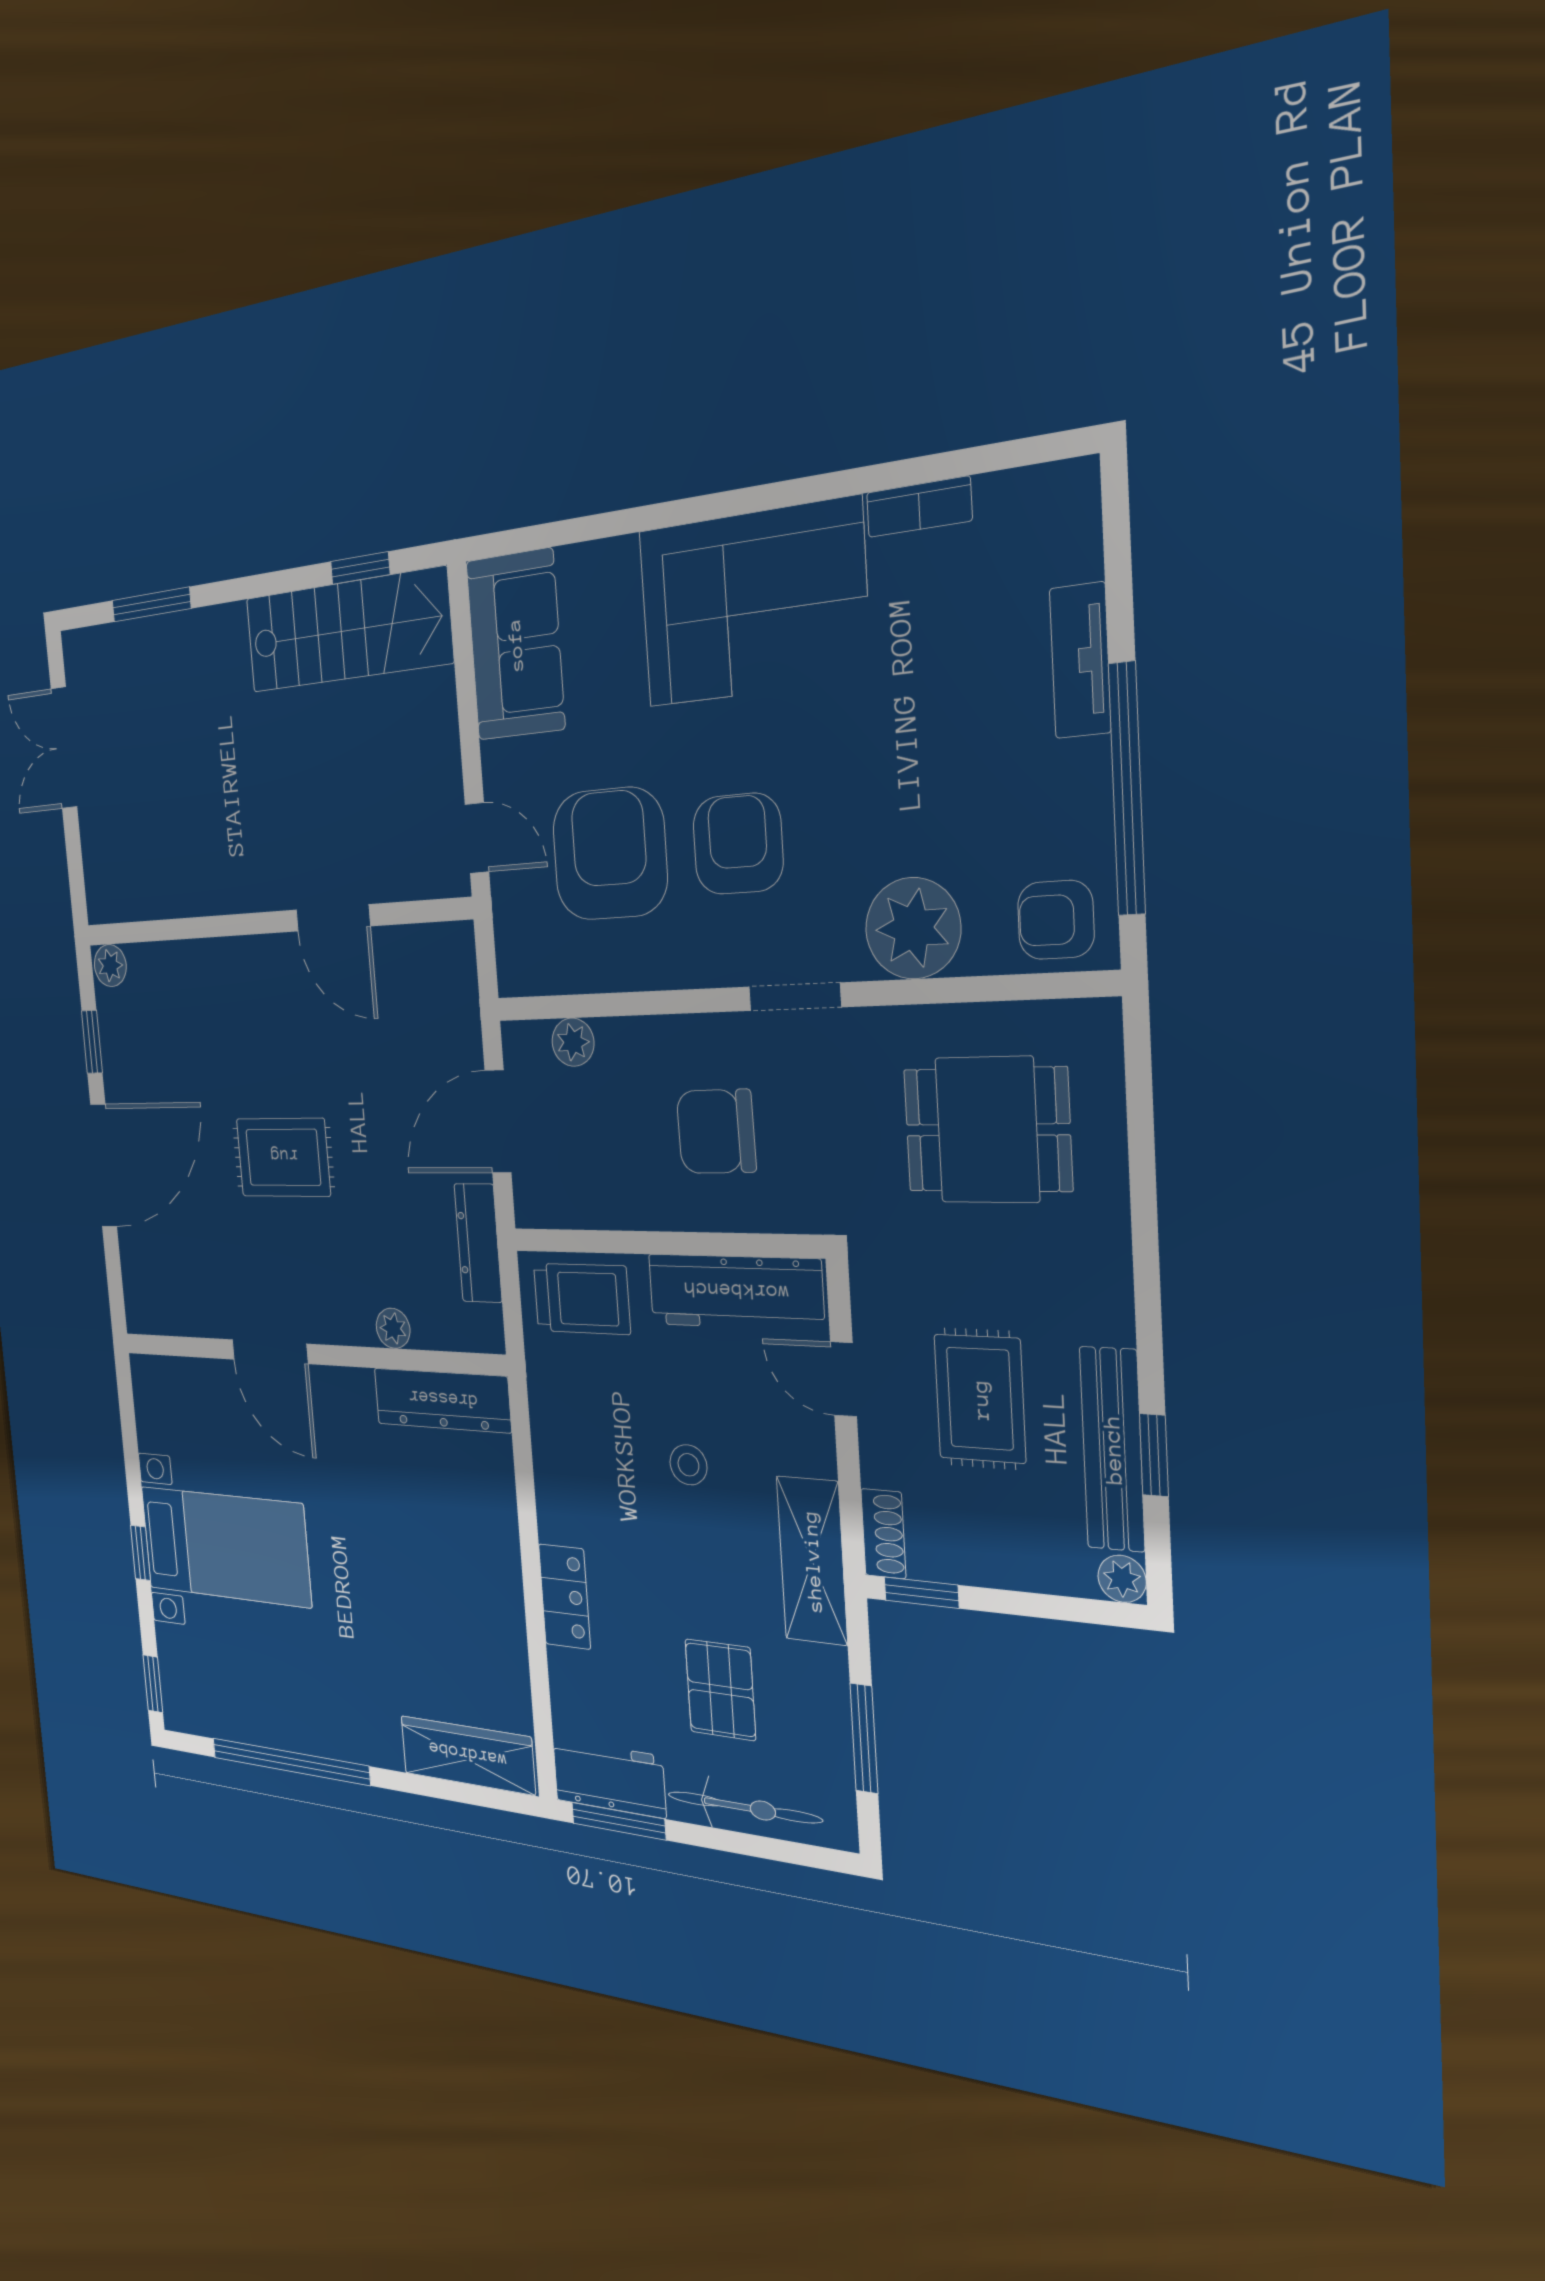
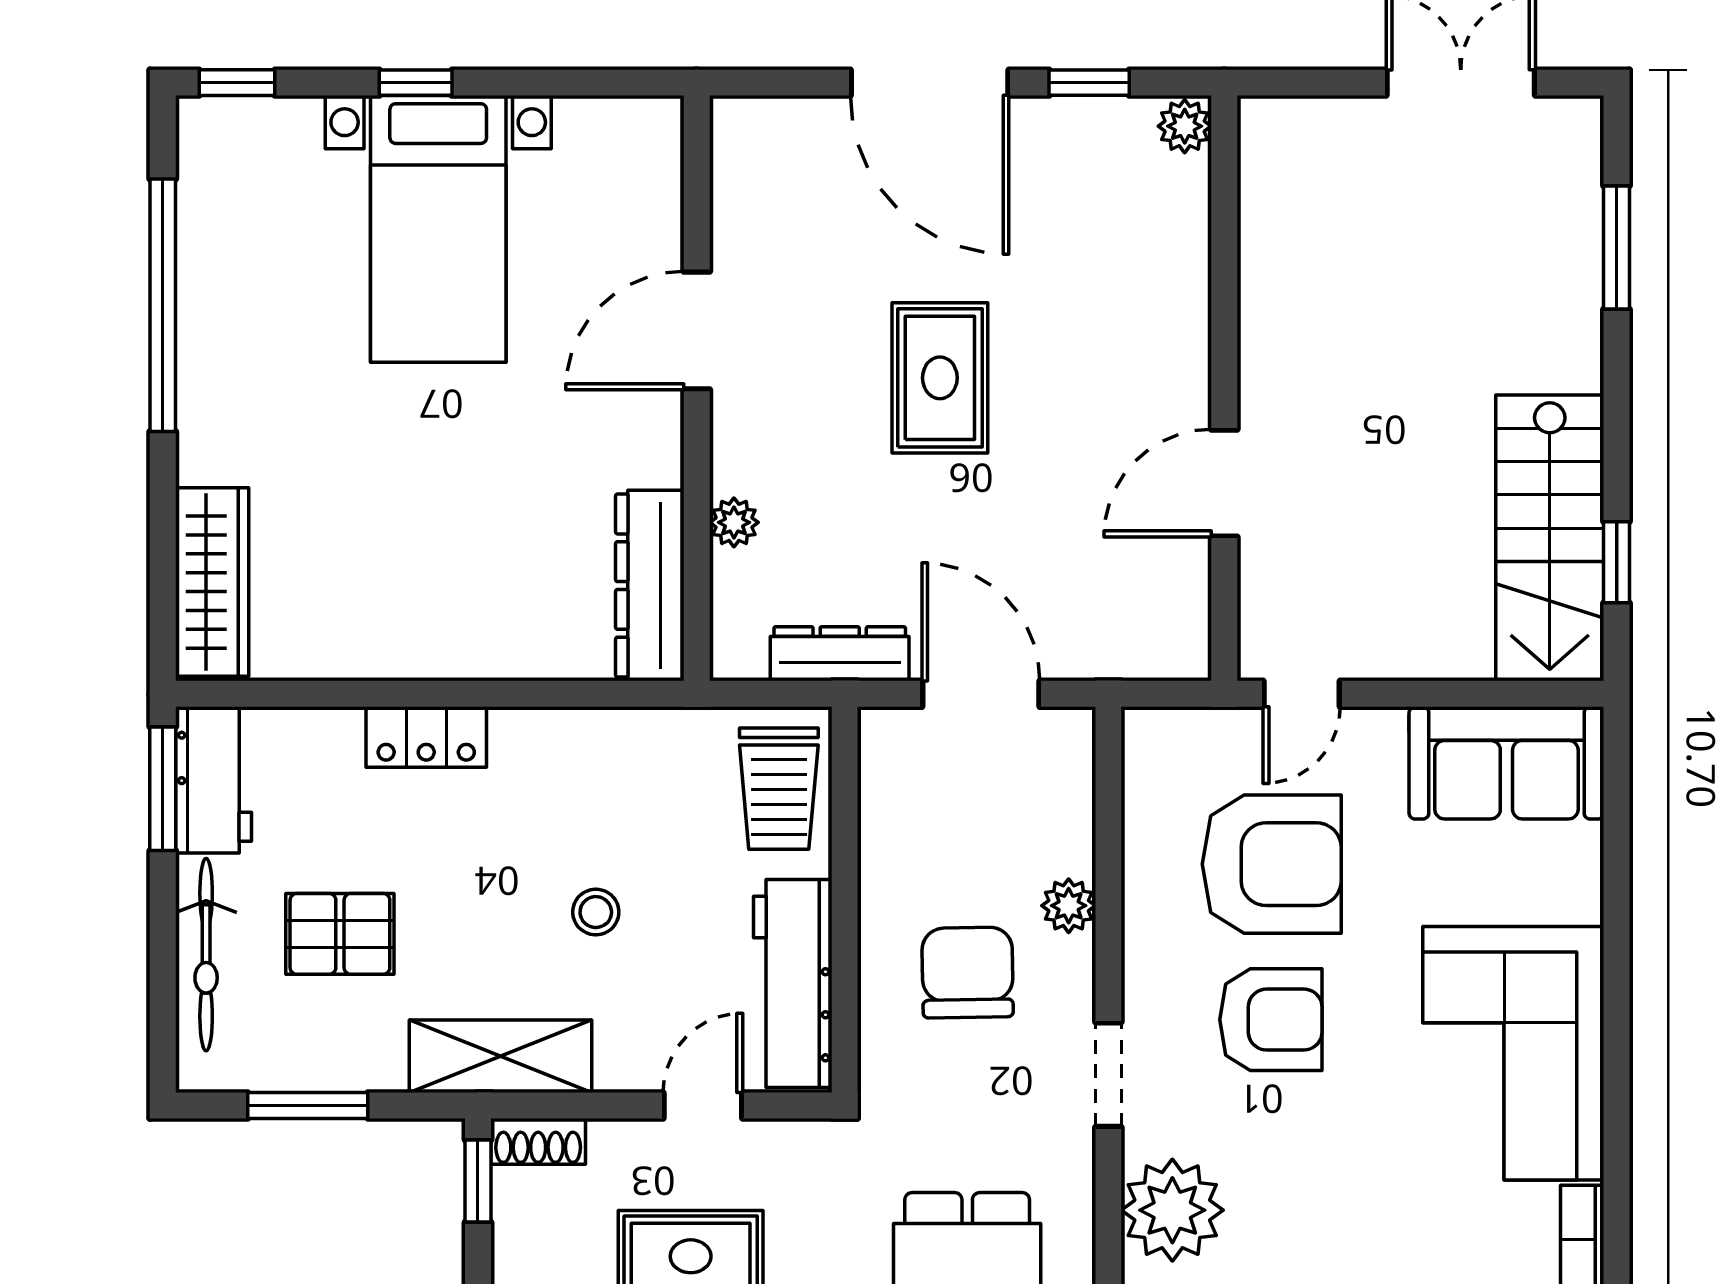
plant: (573, 1042) -> (1069, 906), moved

